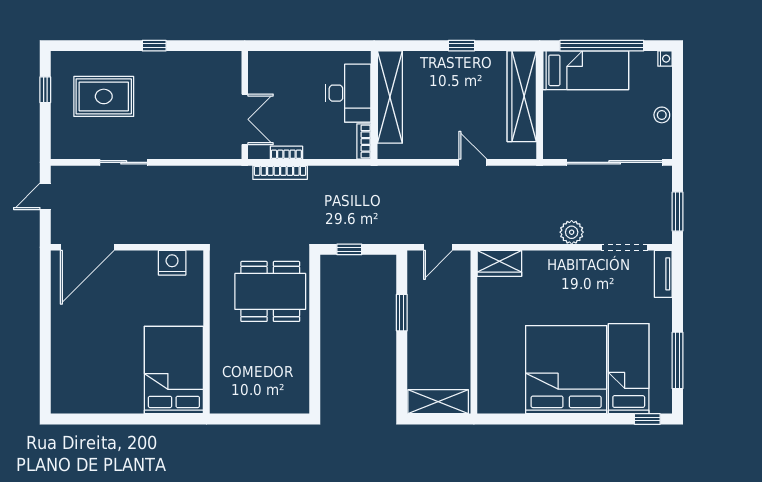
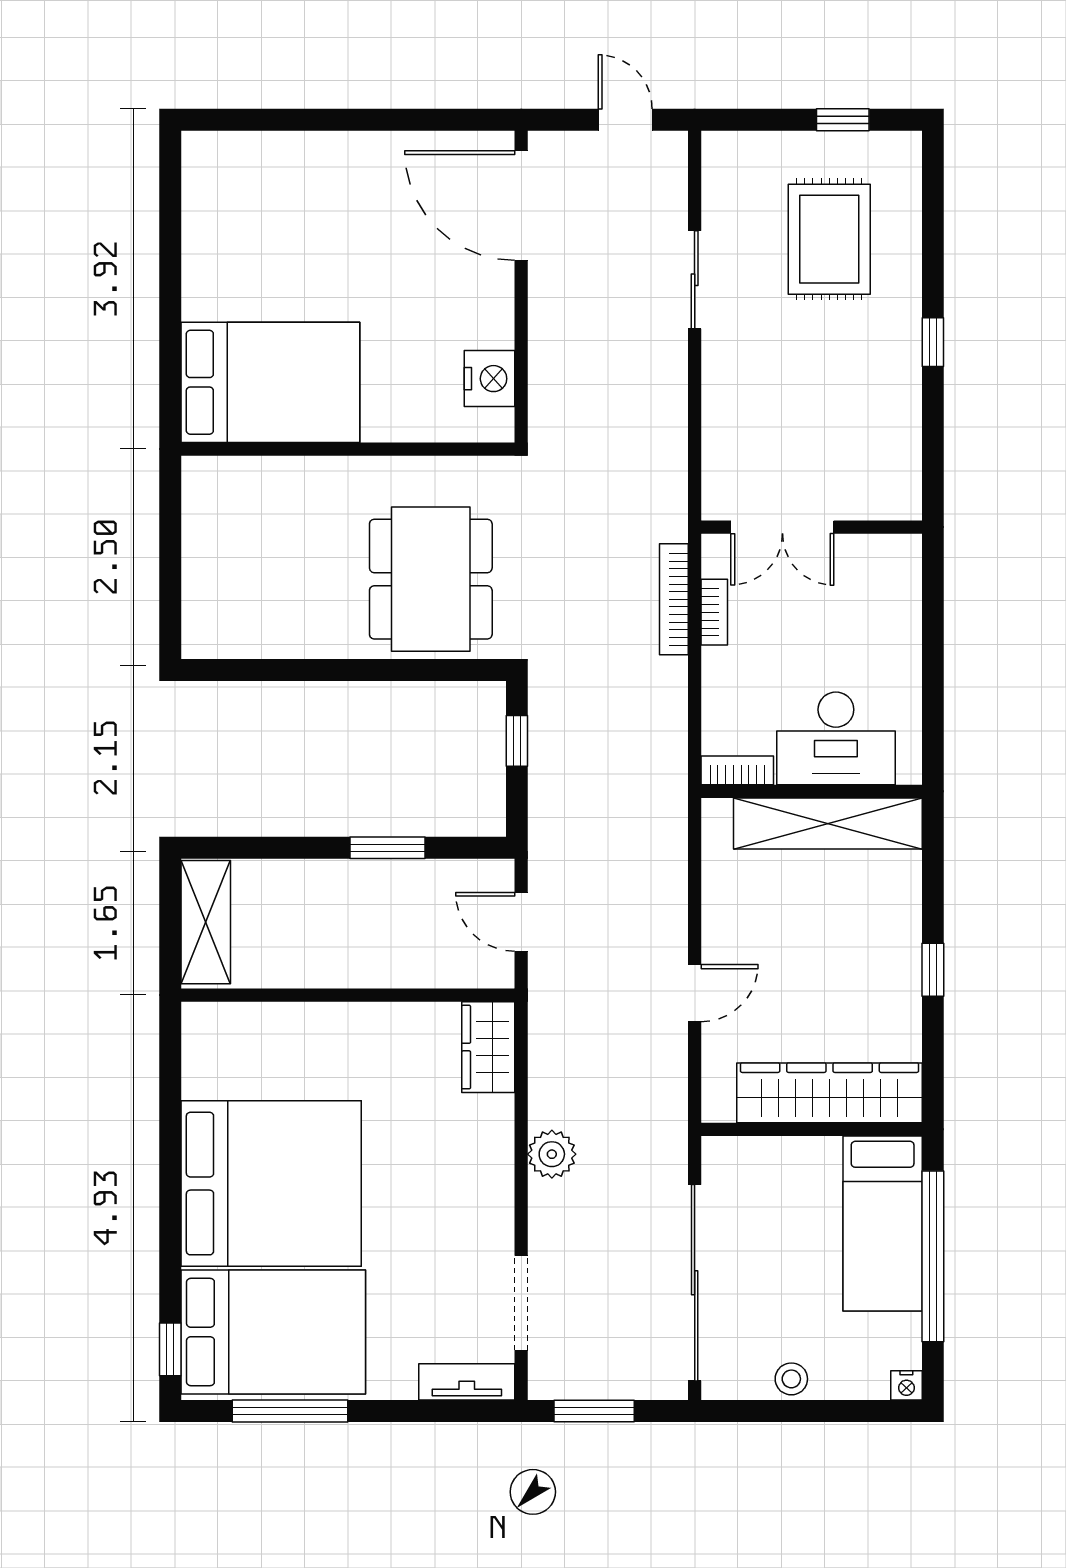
plant: (572, 232) -> (552, 1154), moved
bed: (629, 369) -> (273, 1332), width x1.50

